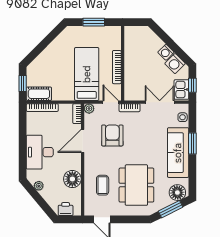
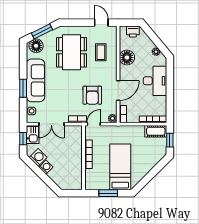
bed: (87, 74) -> (120, 167), moved, turned 180
door: (111, 102) -> (94, 124), swing flipped

